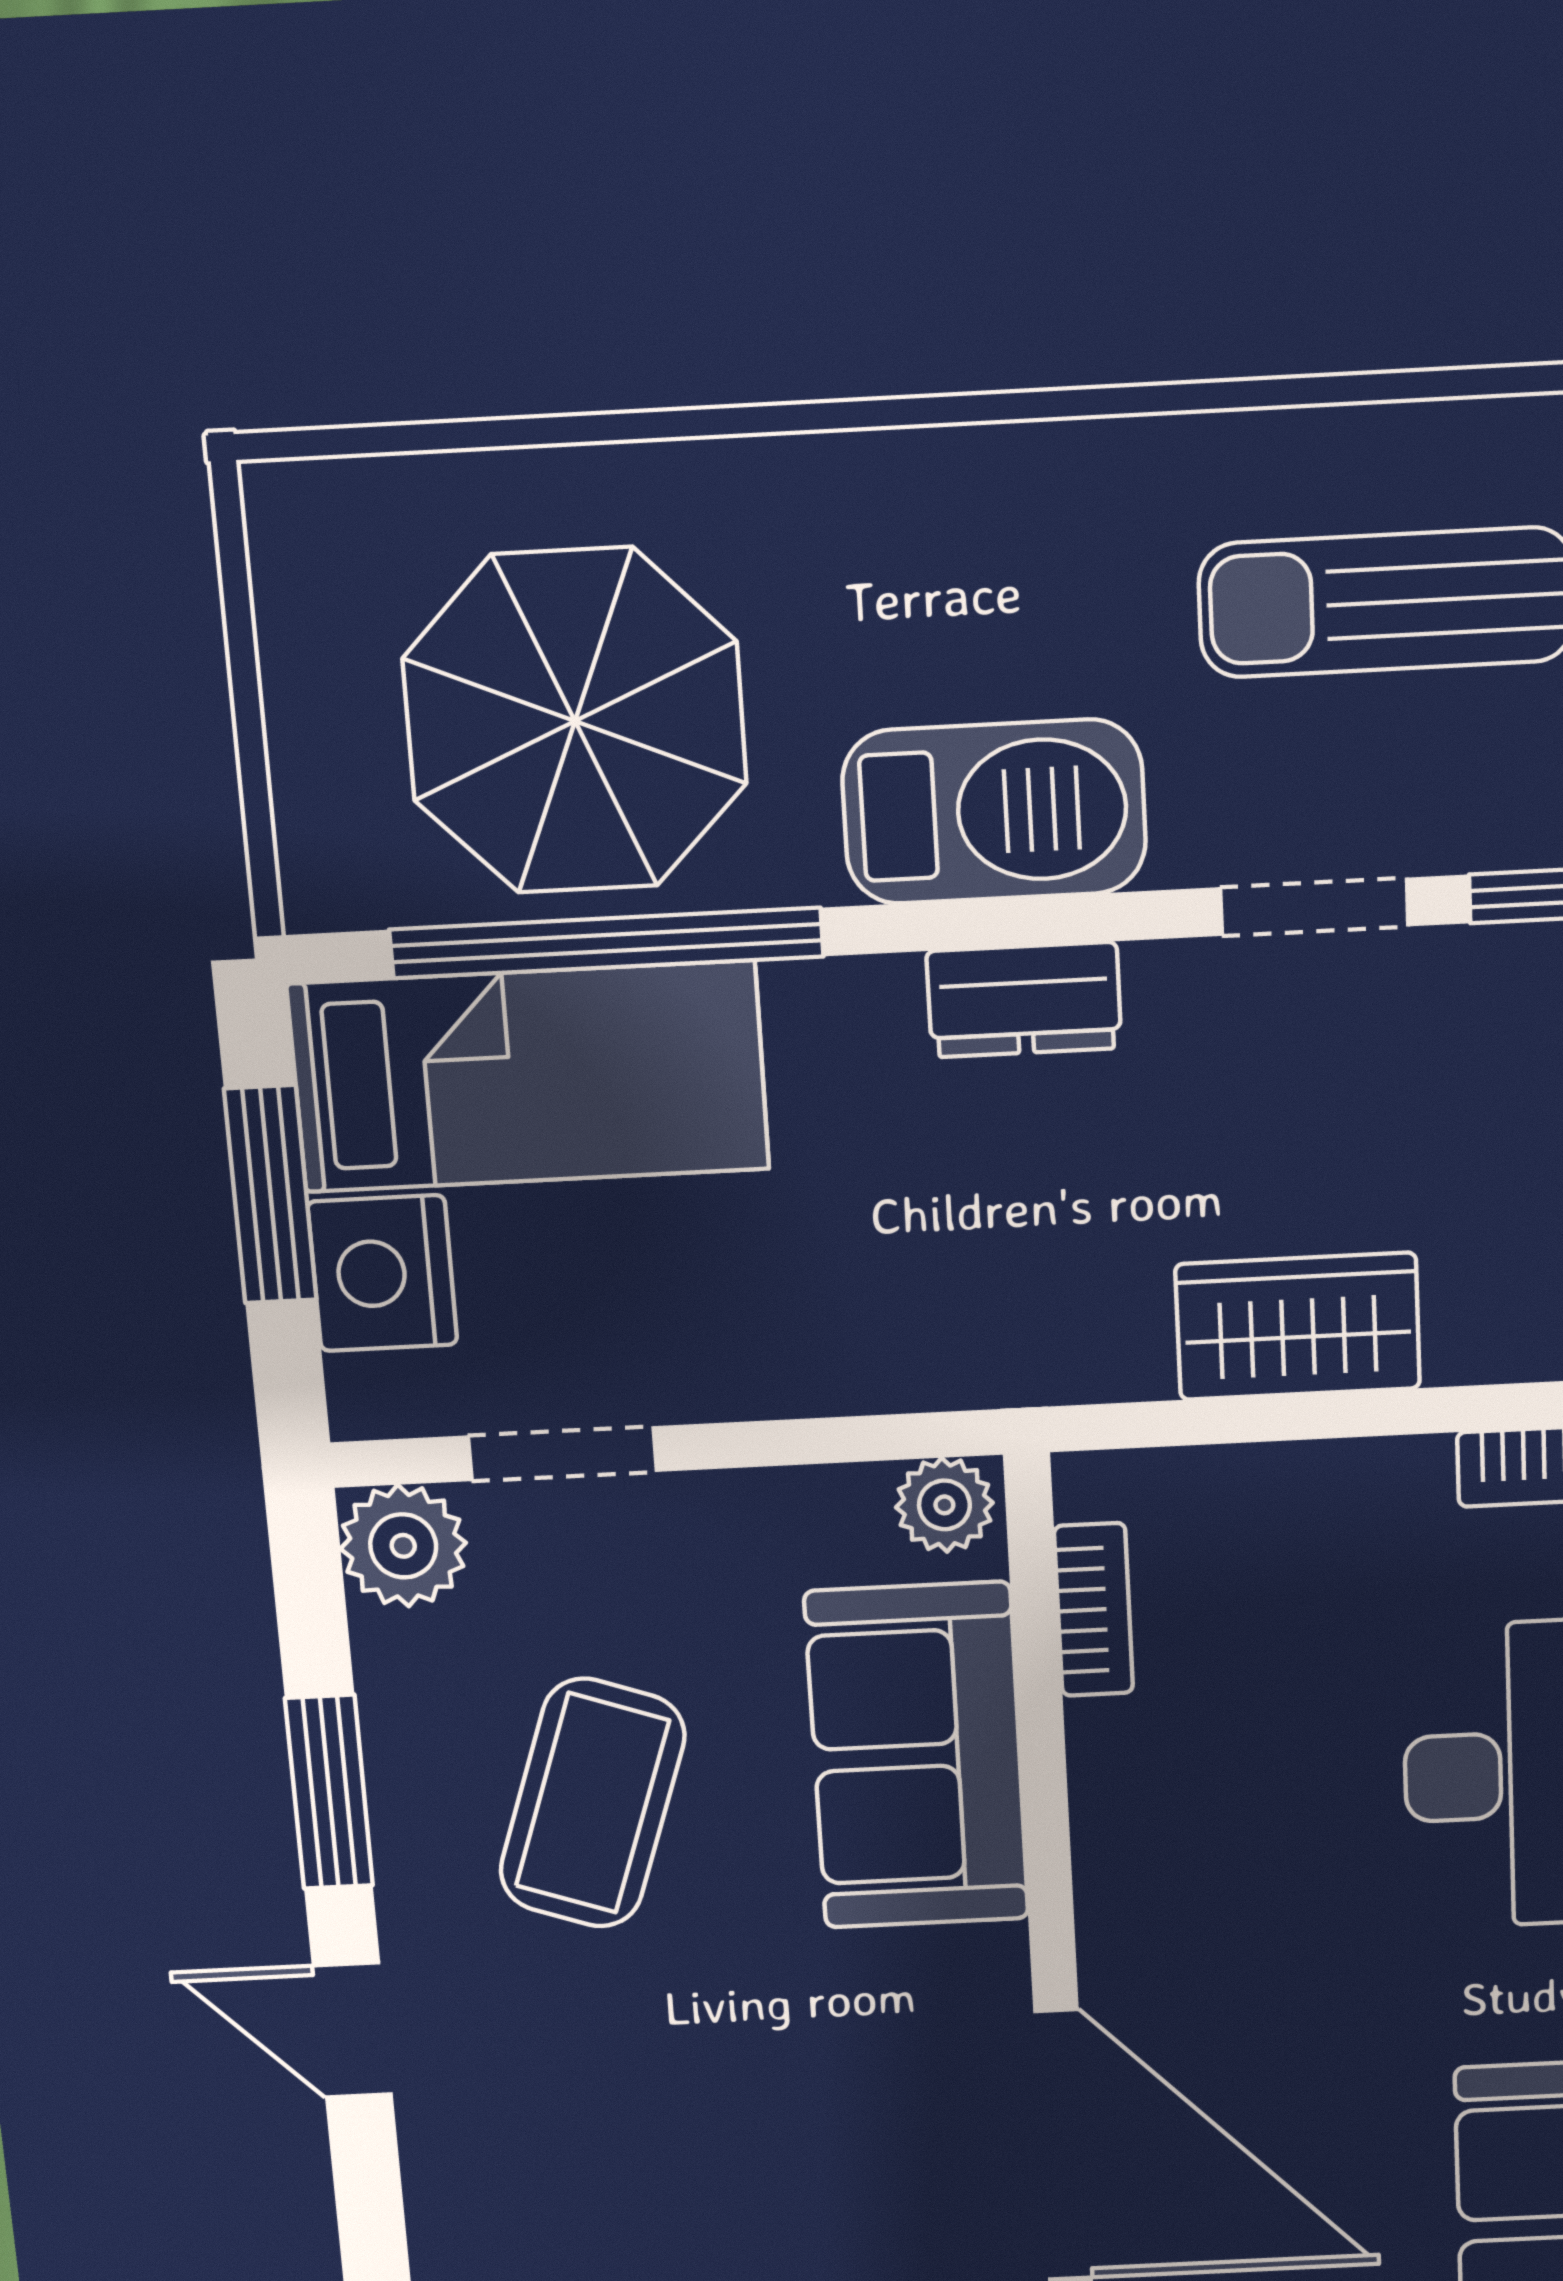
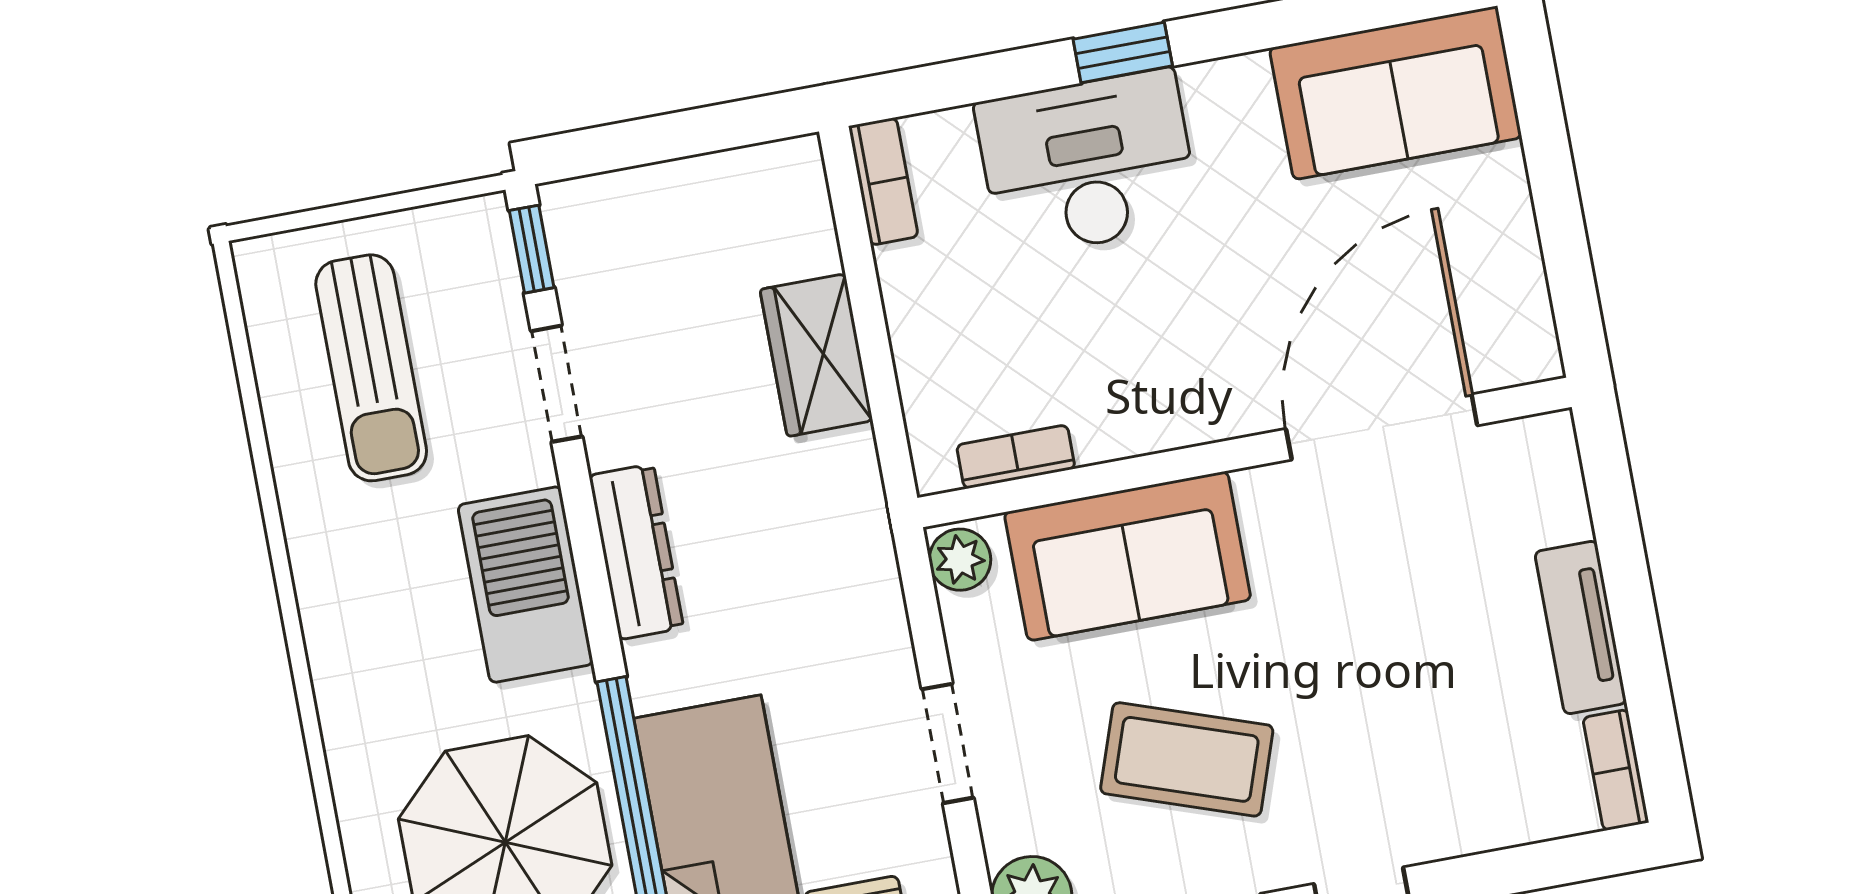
dresser: (1024, 1000) -> (636, 552), width x1.44
doorway: (562, 1454) -> (948, 743), moved

